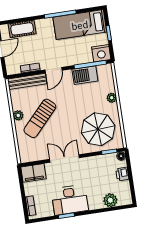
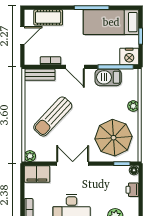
door: (53, 70) -> (75, 67), hinge flipped
bench: (27, 81) -> (40, 75), width x0.73
plant: (18, 115) -> (30, 156), moved

